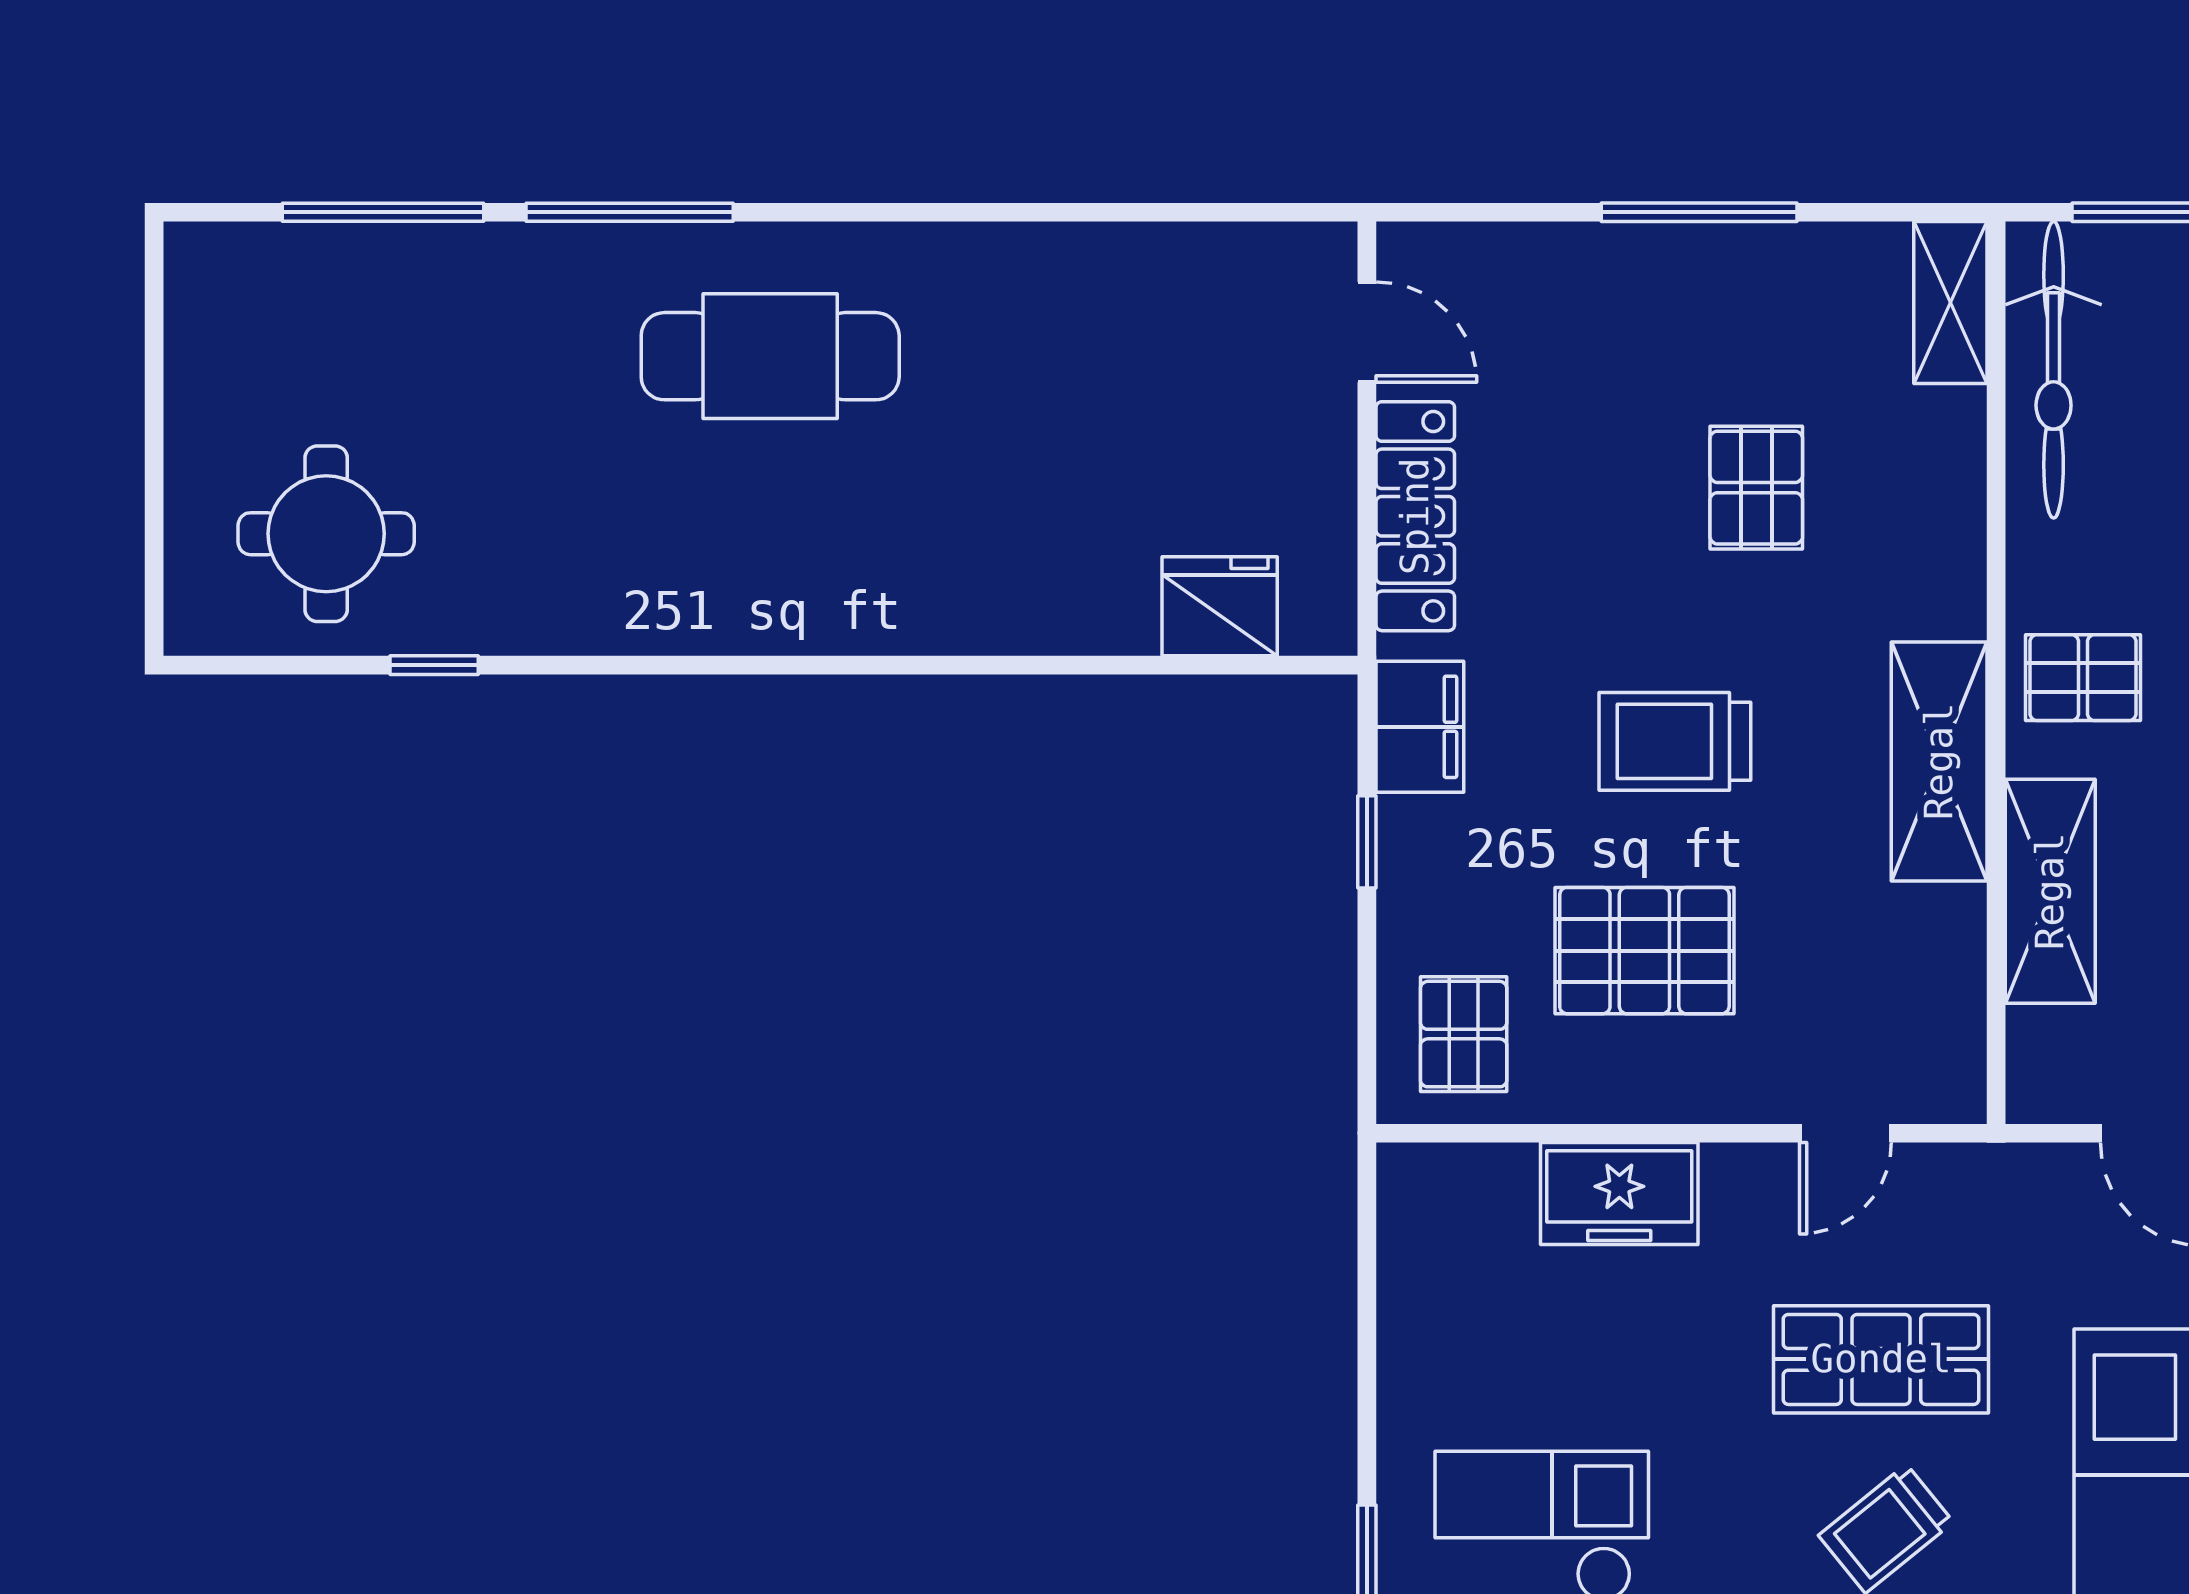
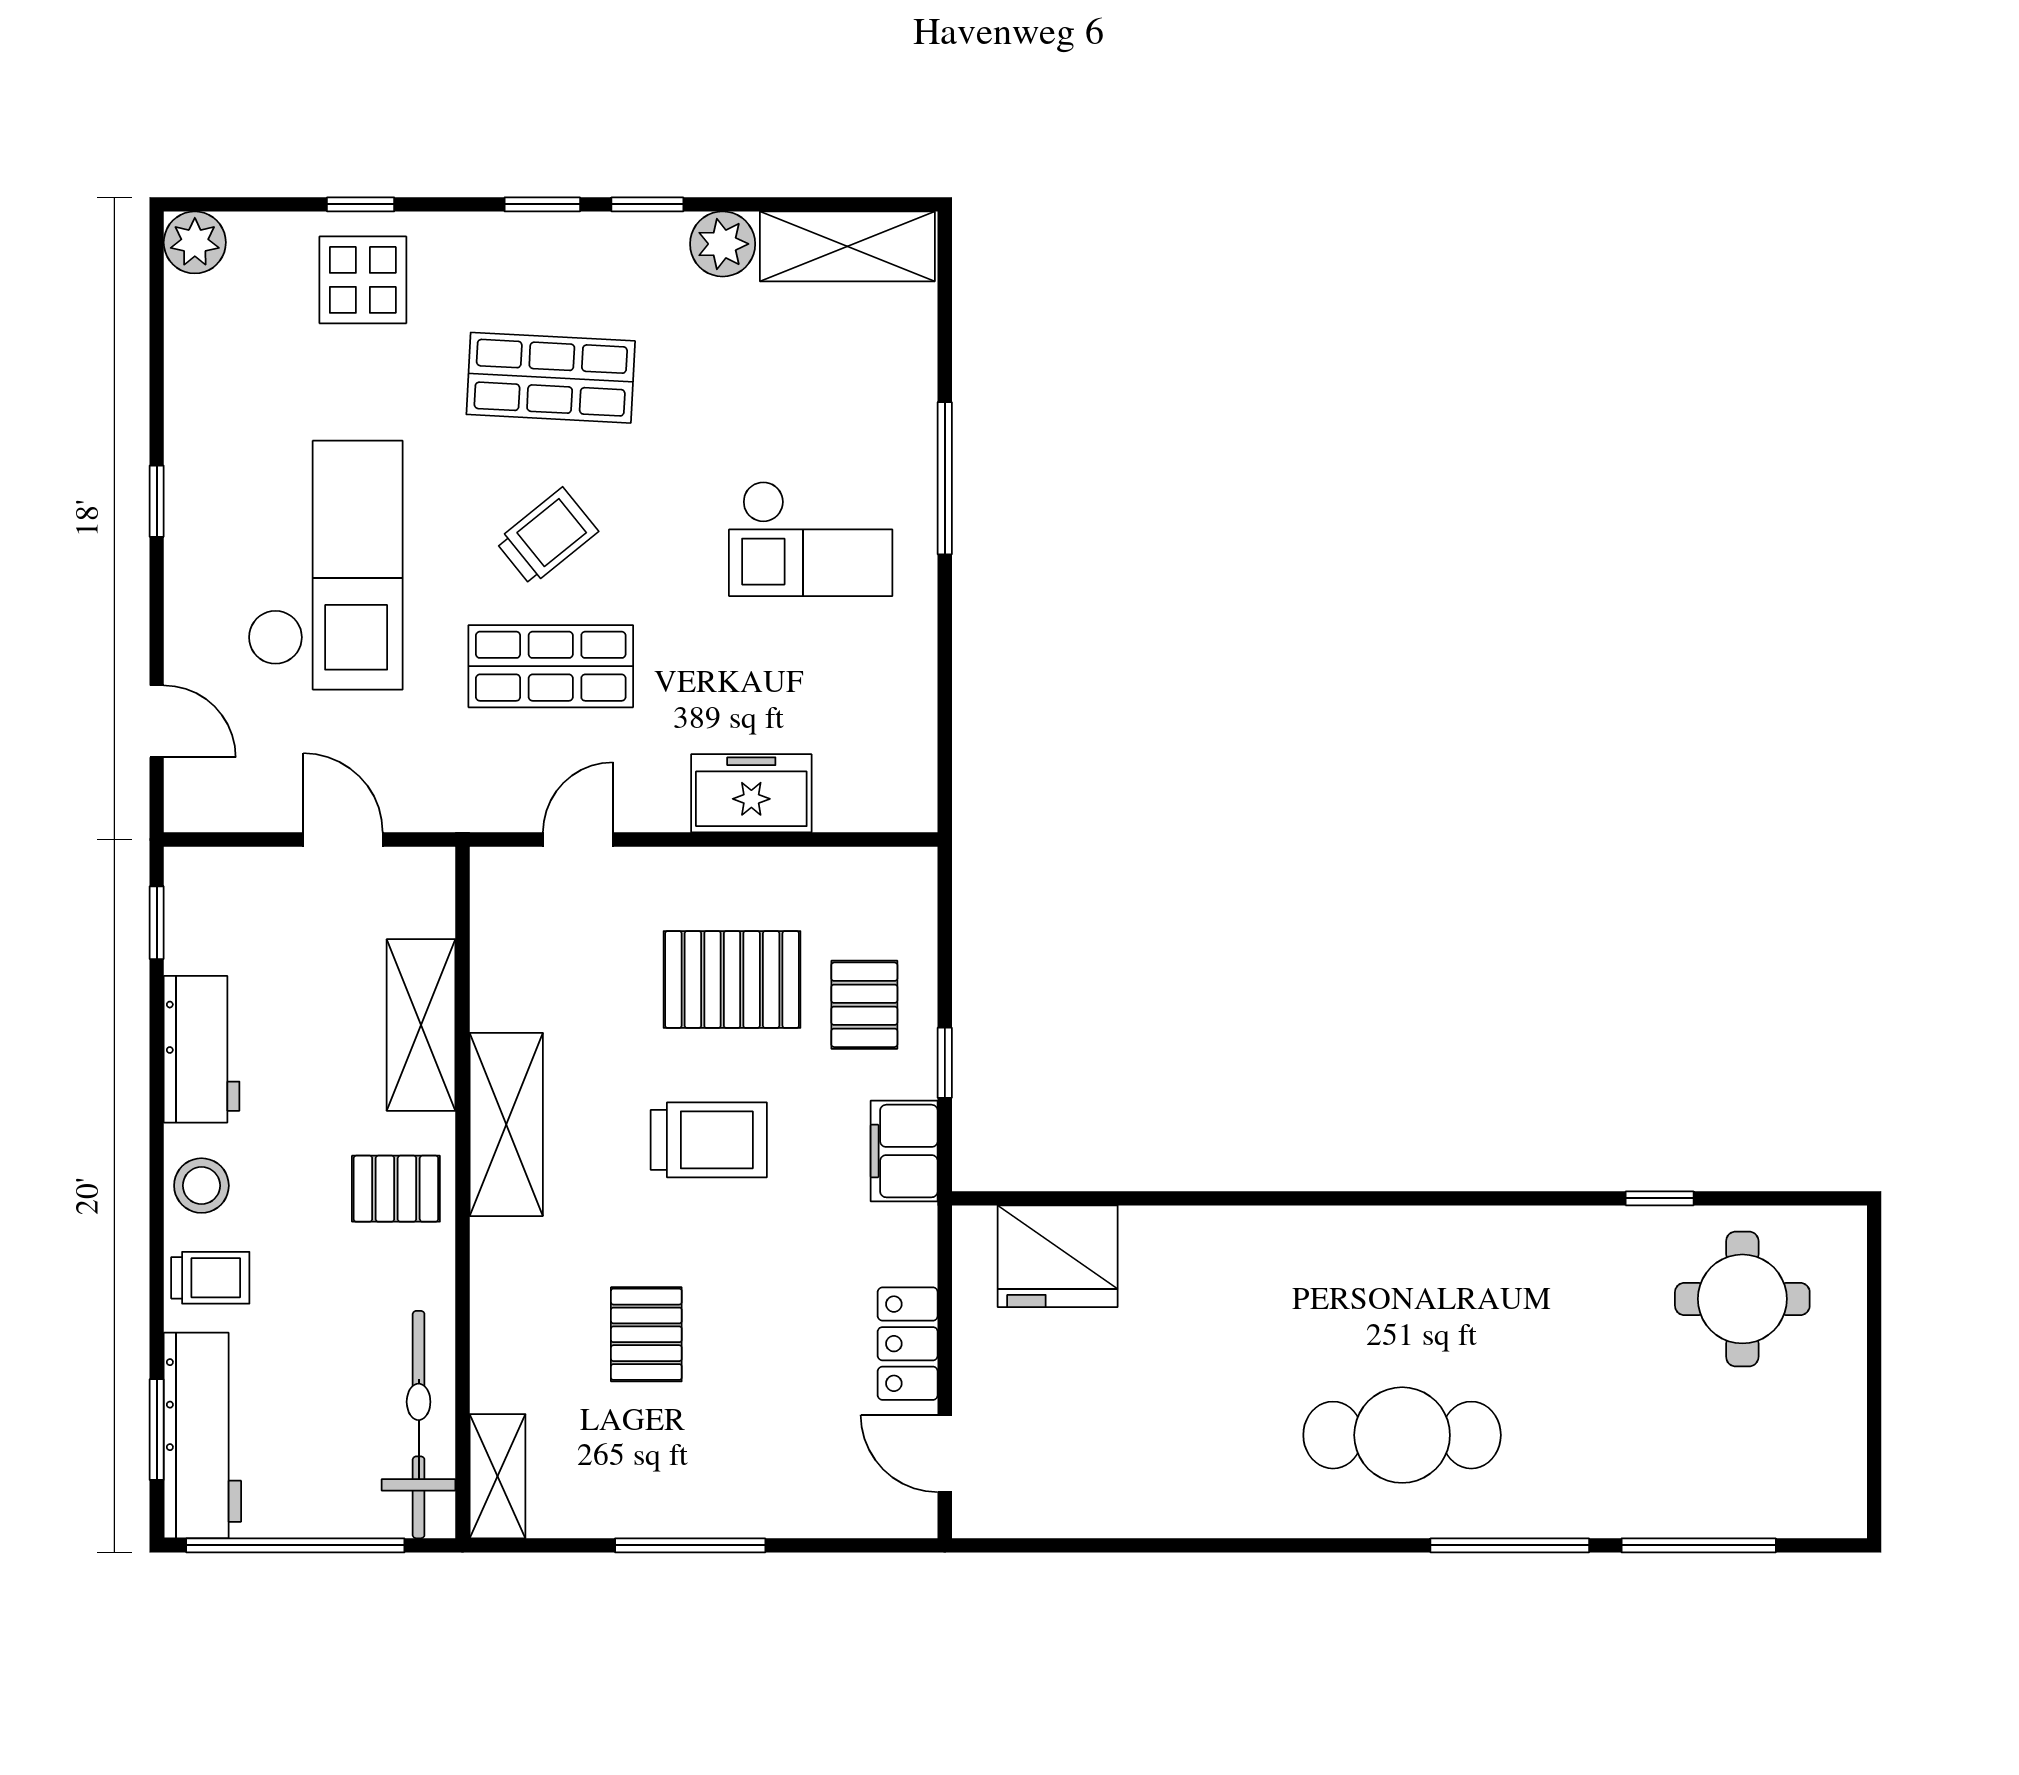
locker: (1415, 516) -> (908, 1344), width x0.66
fridge: (1220, 606) -> (1058, 1256), width x1.36, depth x1.34
pallet: (1464, 1034) -> (864, 1005), moved

